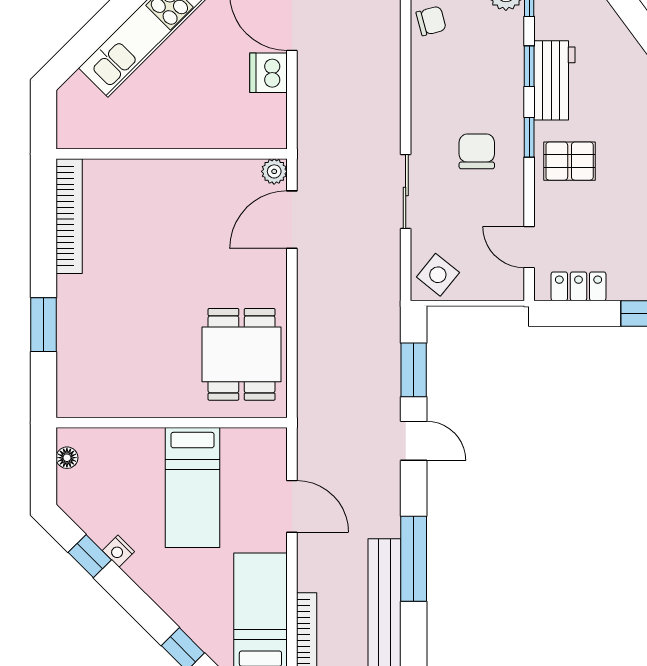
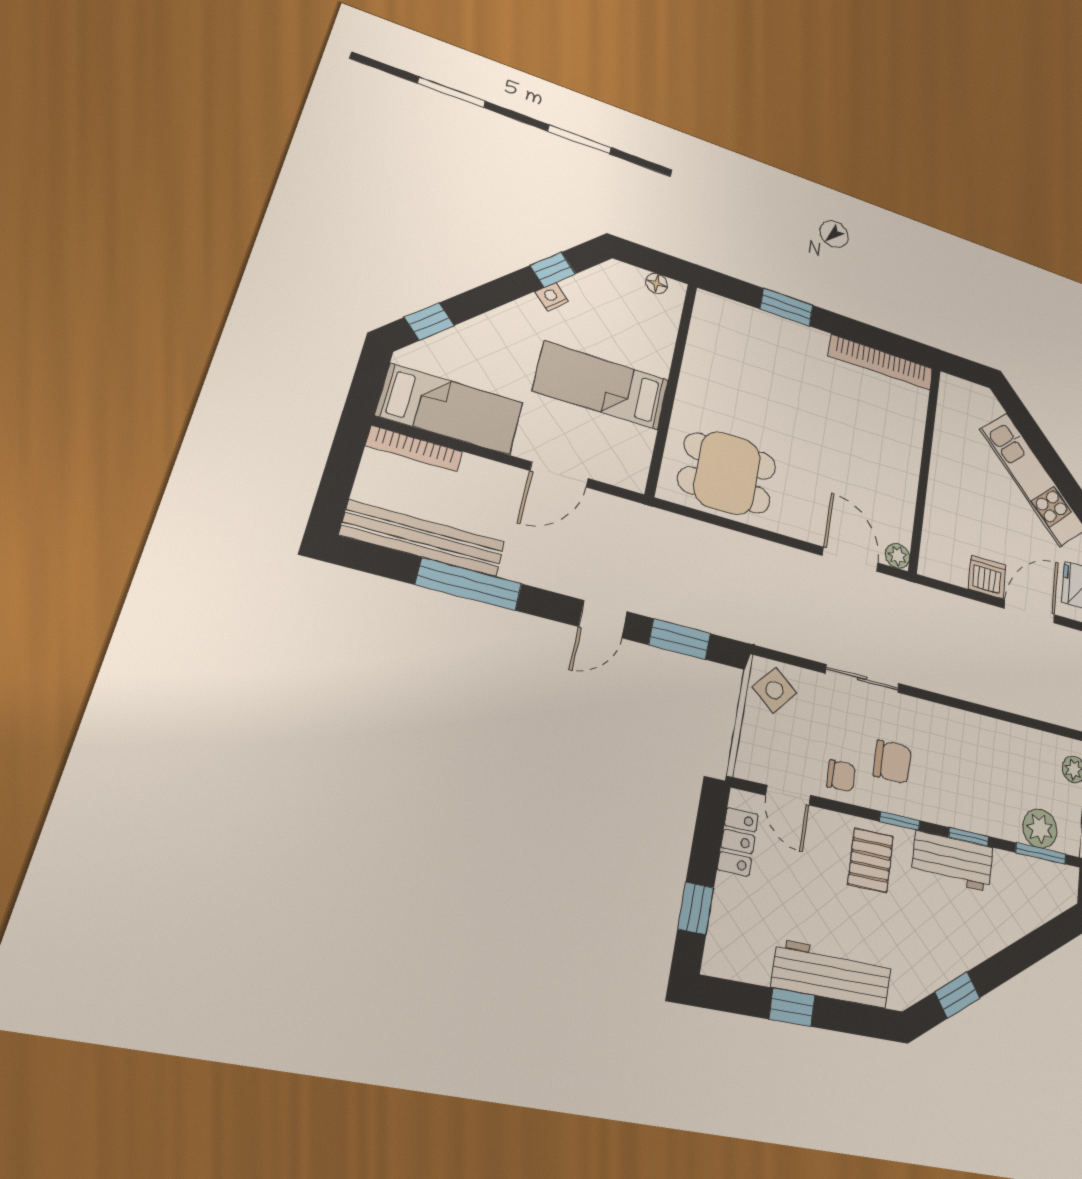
chair: (431, 21) -> (841, 776), moved, turned -75
door: (529, 247) -> (788, 795), swing flipped

